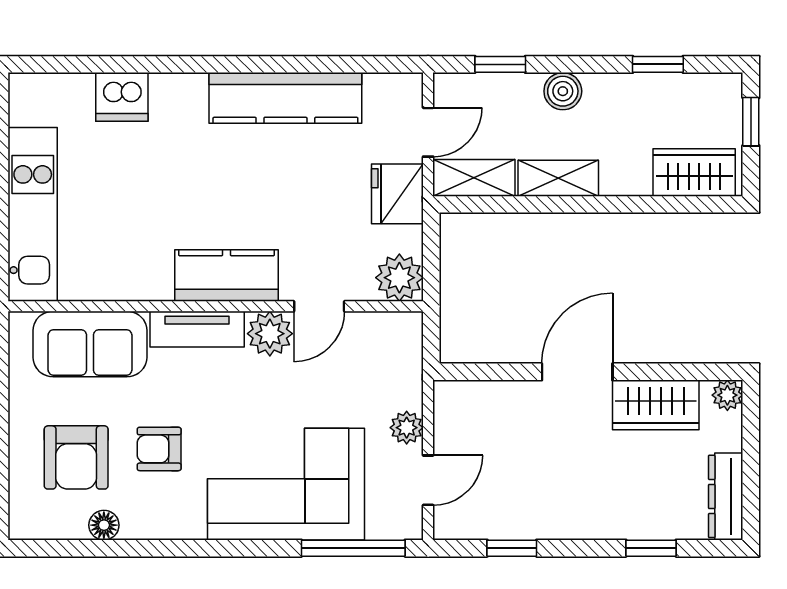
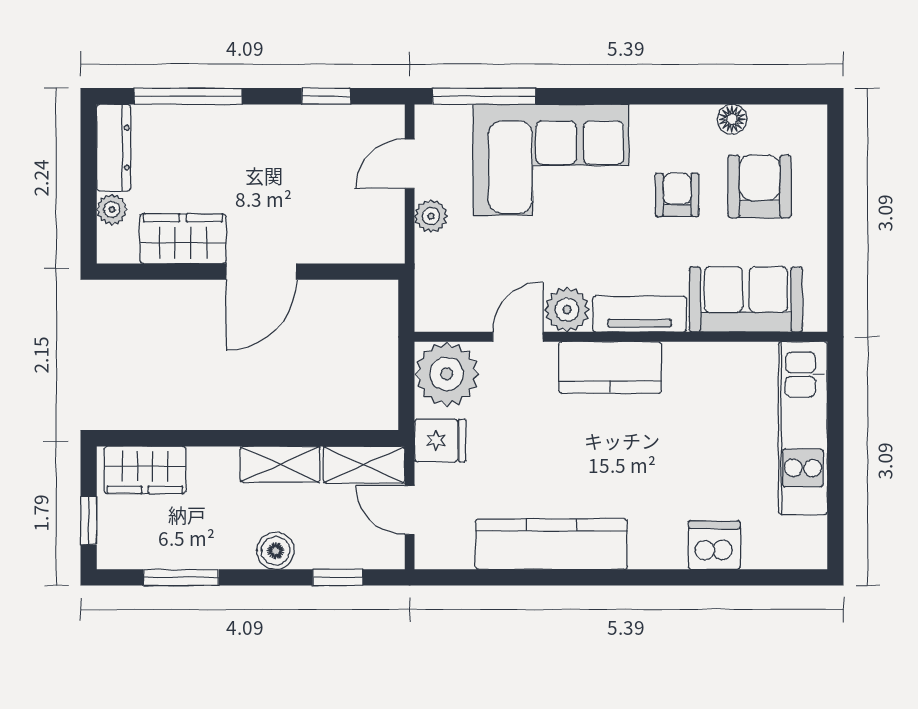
window: (658, 64) -> (181, 577), width x1.50
door: (428, 132) -> (410, 510), hinge flipped
fridge: (397, 194) -> (440, 440), width x0.72
plant: (399, 278) -> (447, 374), width x1.36, depth x1.36
plant: (727, 395) -> (112, 209), moved
armchair: (159, 449) -> (677, 195), turned -90
window: (651, 548) -> (188, 96), width x2.17

